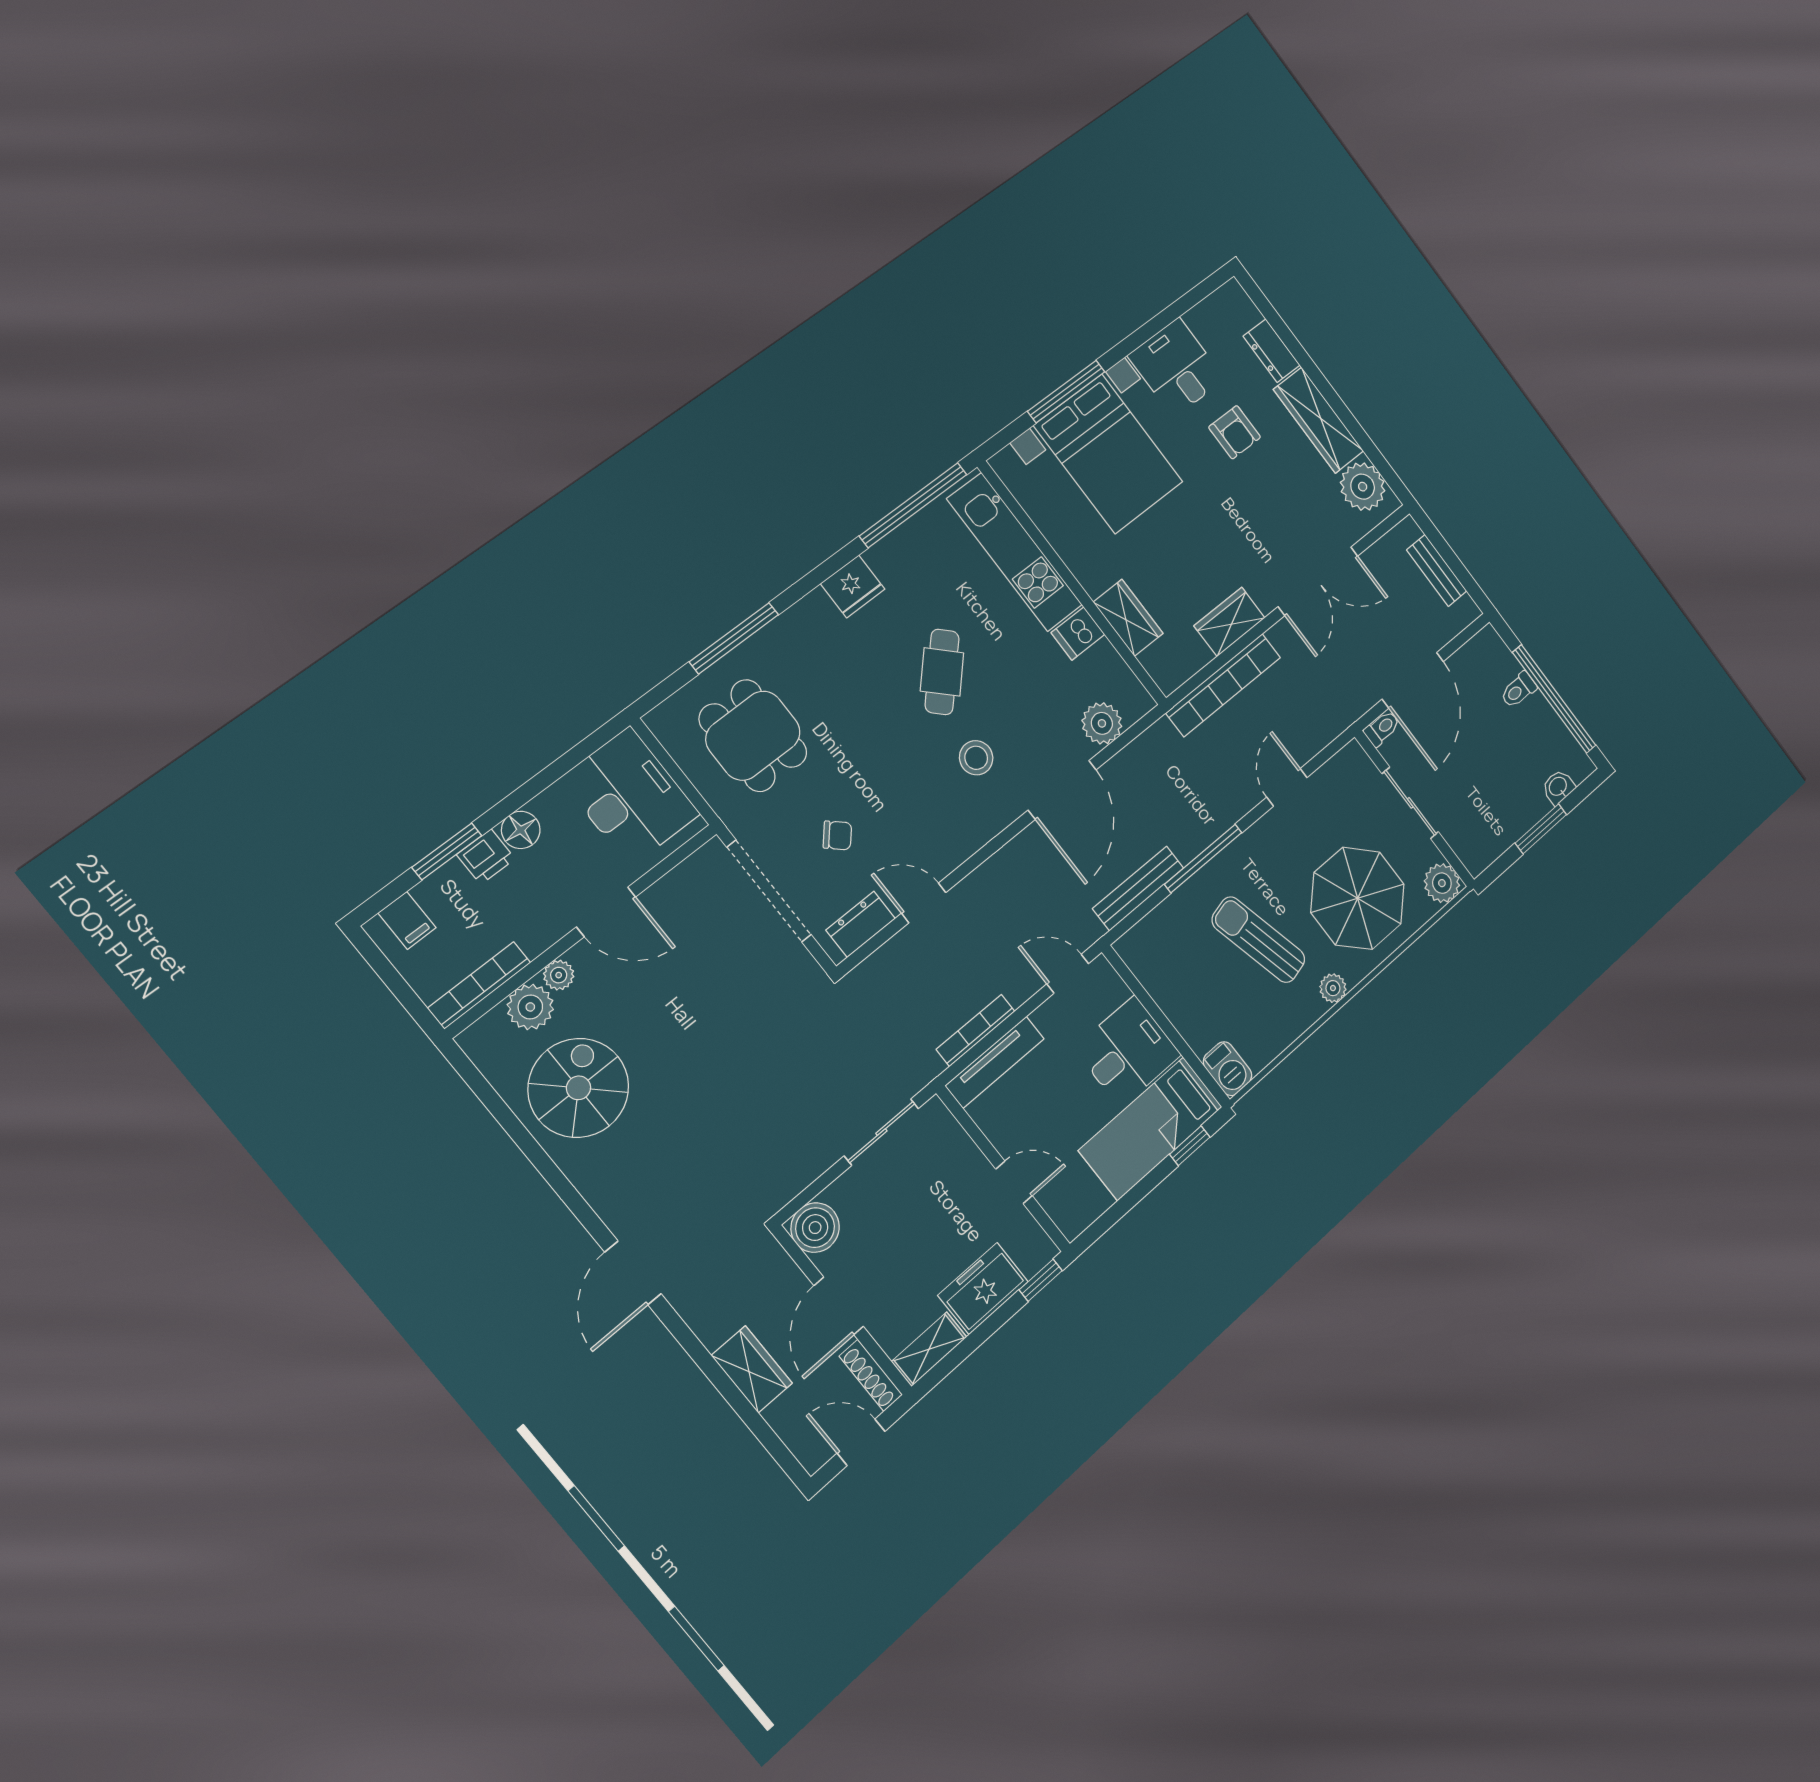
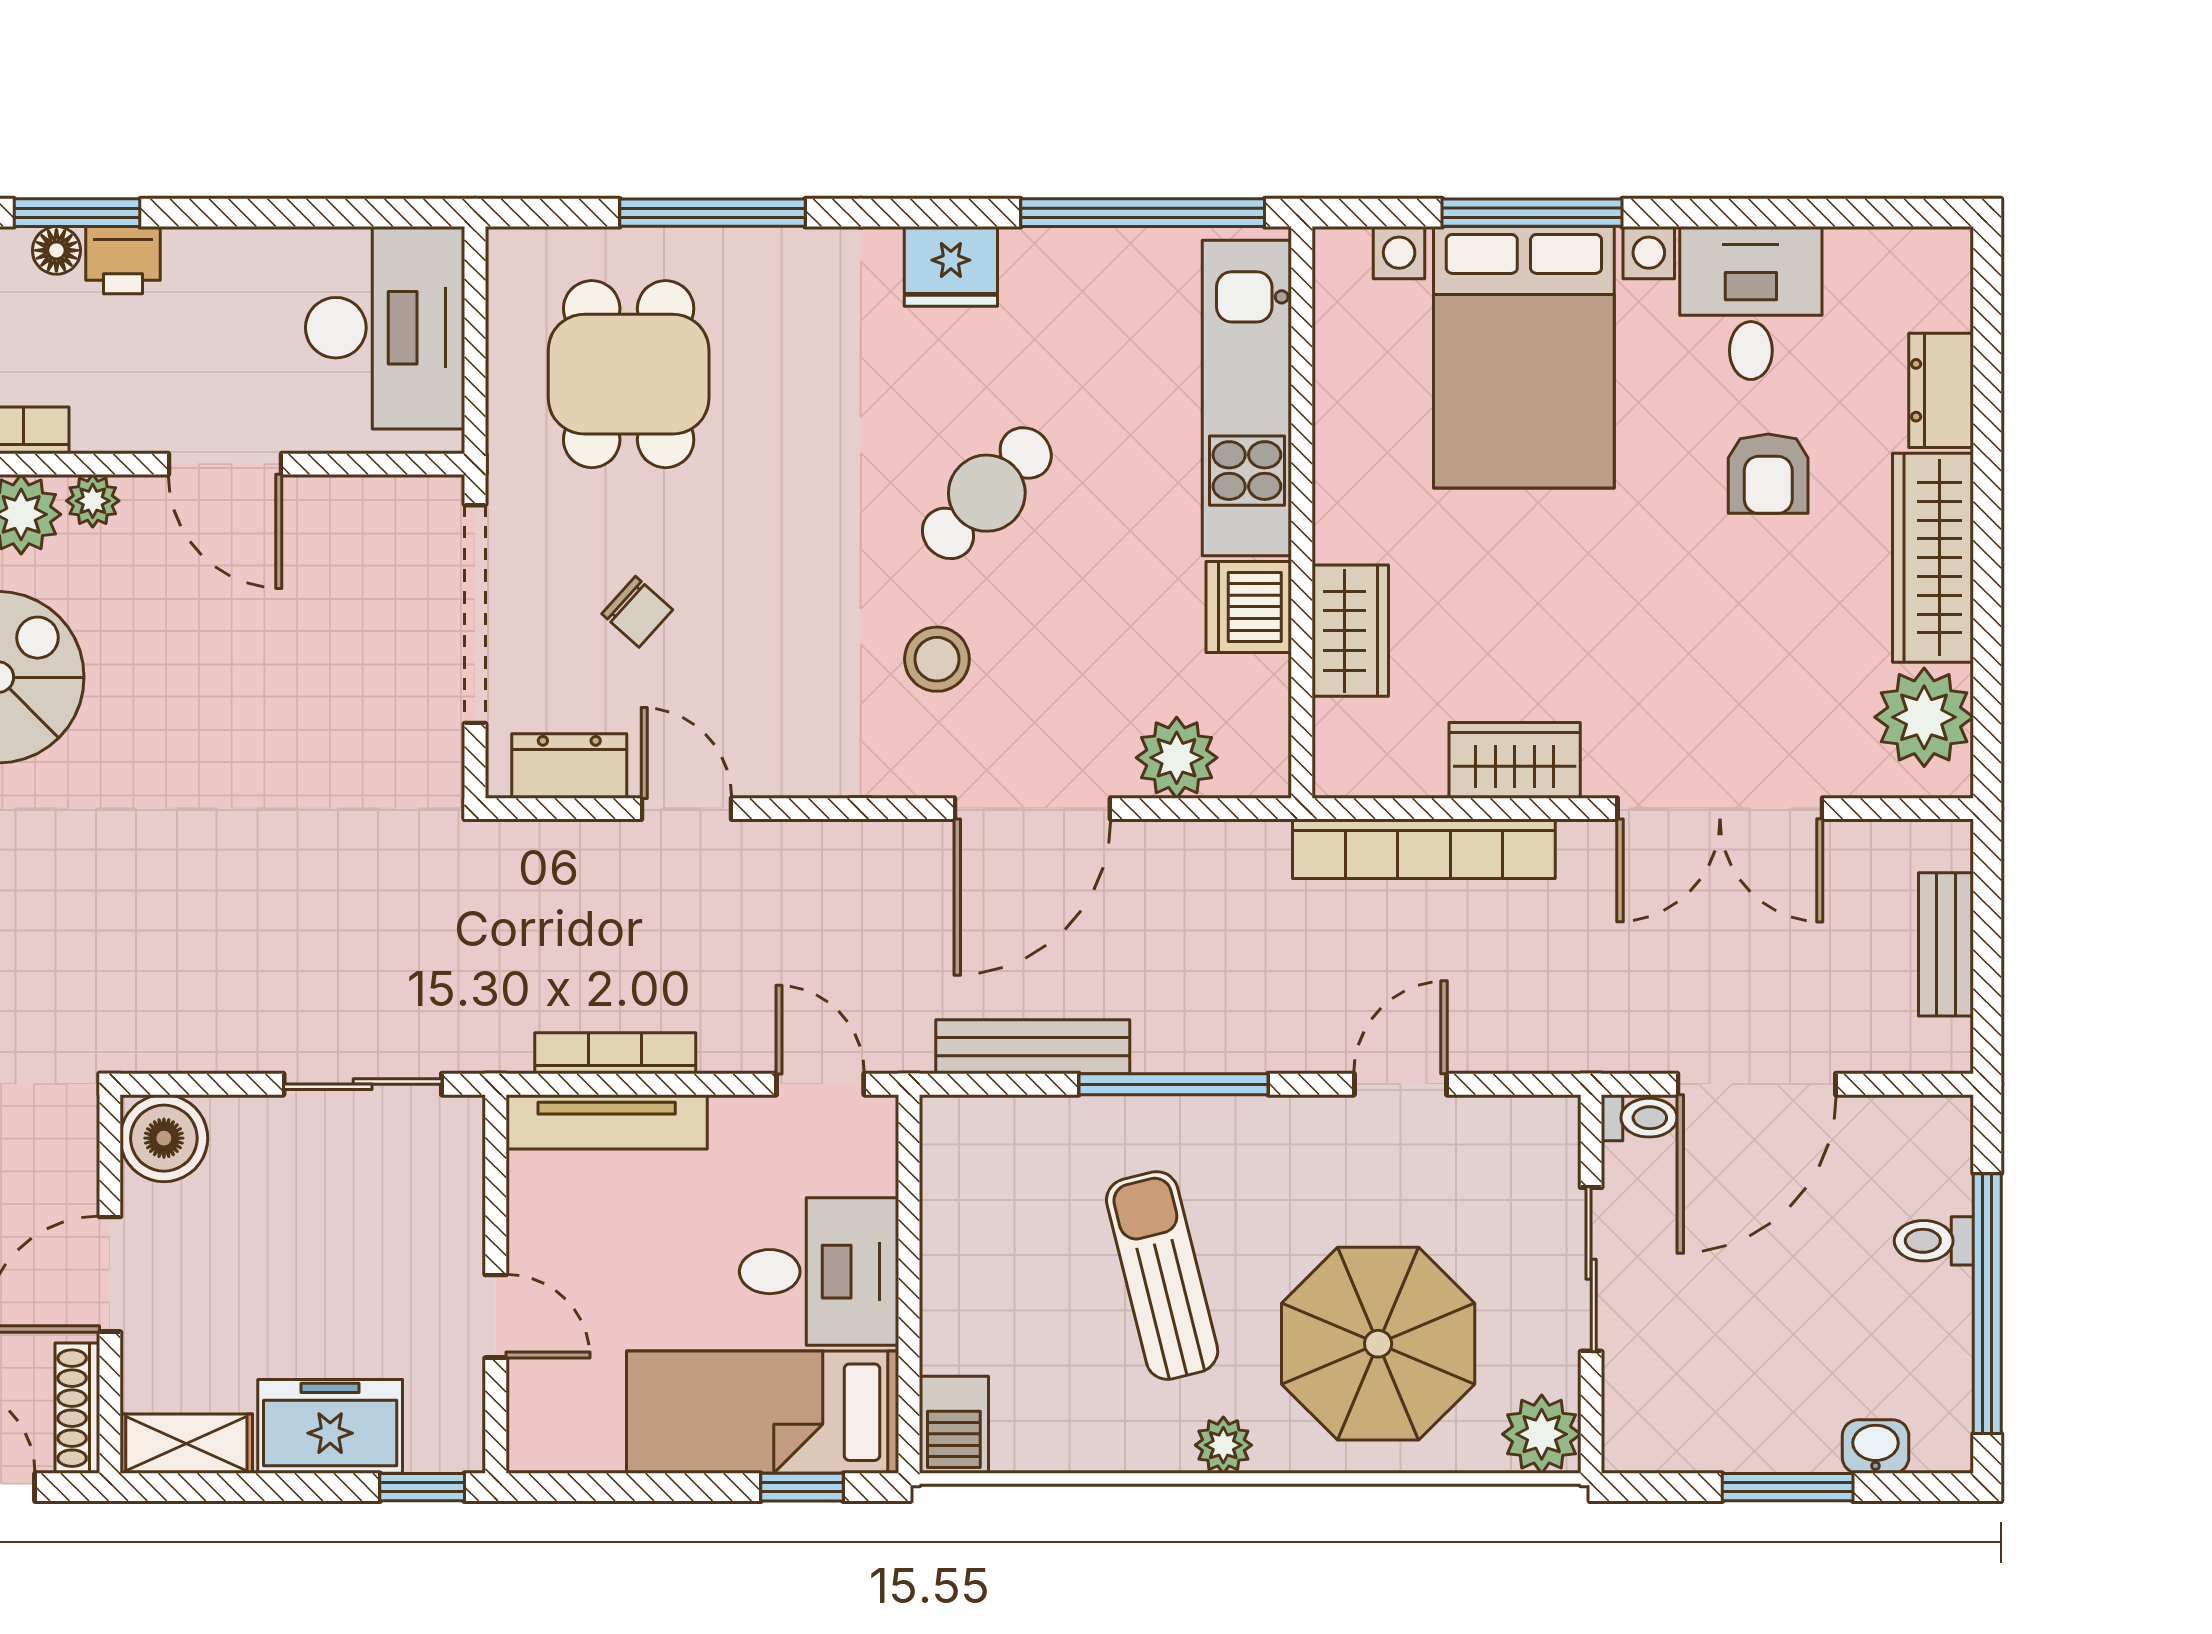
dishwasher: (1078, 633) -> (1249, 607), width x1.38
floor lamp: (521, 830) -> (56, 250), moved, width x0.73, depth x0.73

